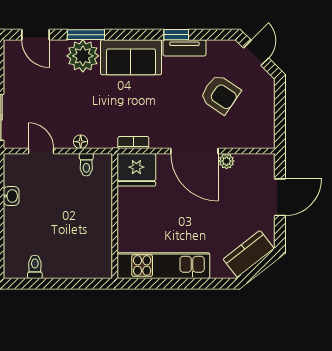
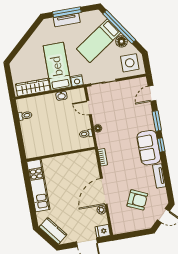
window: (176, 35) -> (161, 145), moved
plant: (83, 56) -> (145, 121), removed
armchair: (220, 94) -> (137, 200), turned -100
door: (41, 151) -> (89, 108), swing flipped
fridge: (136, 170) -> (103, 231), moved, width x0.53, depth x0.75

